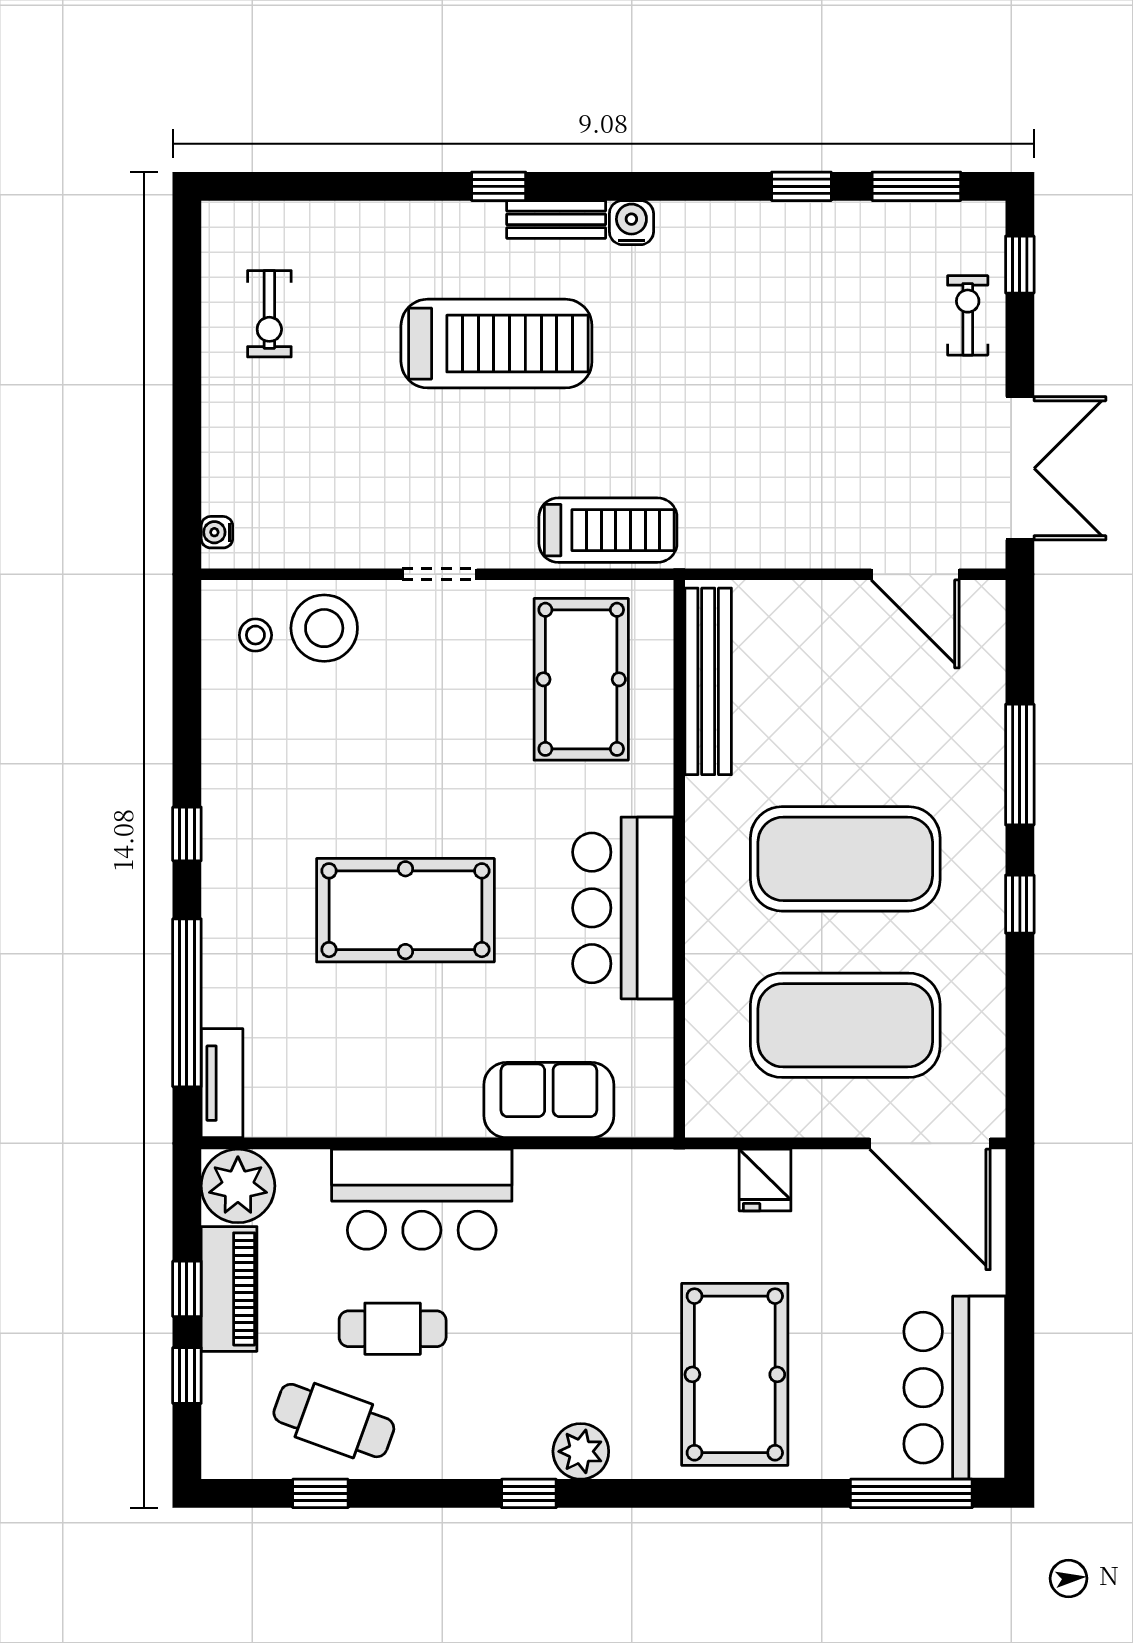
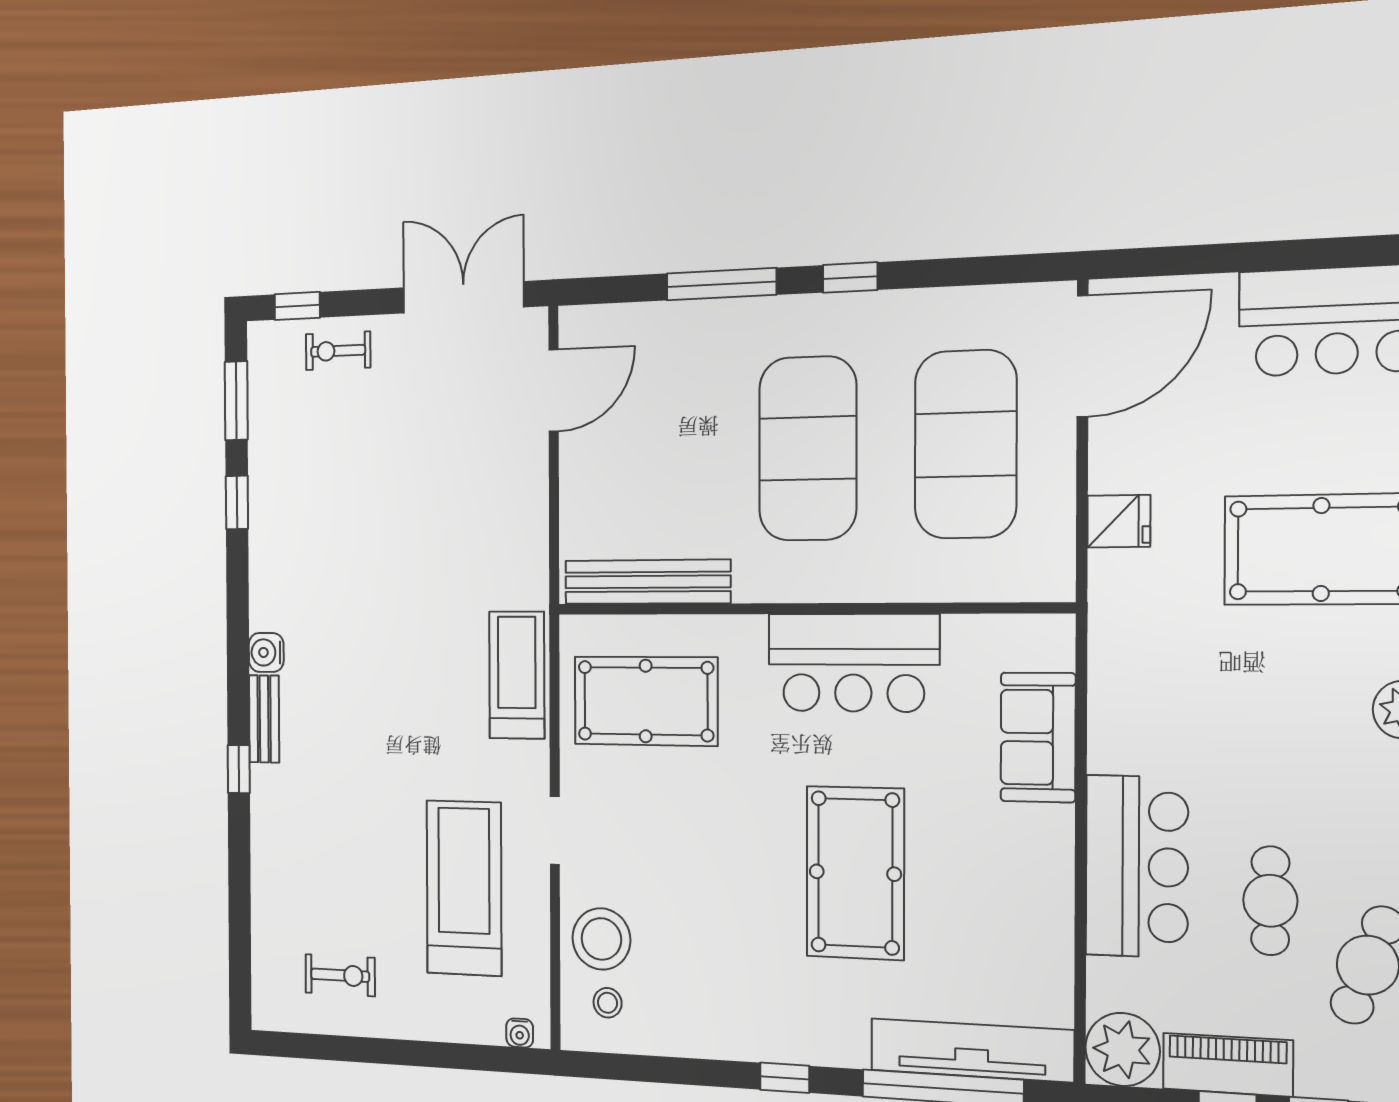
treadmill: (496, 344) -> (464, 888), moved
tv unit: (222, 1083) -> (972, 1050), width x1.92, depth x1.29

